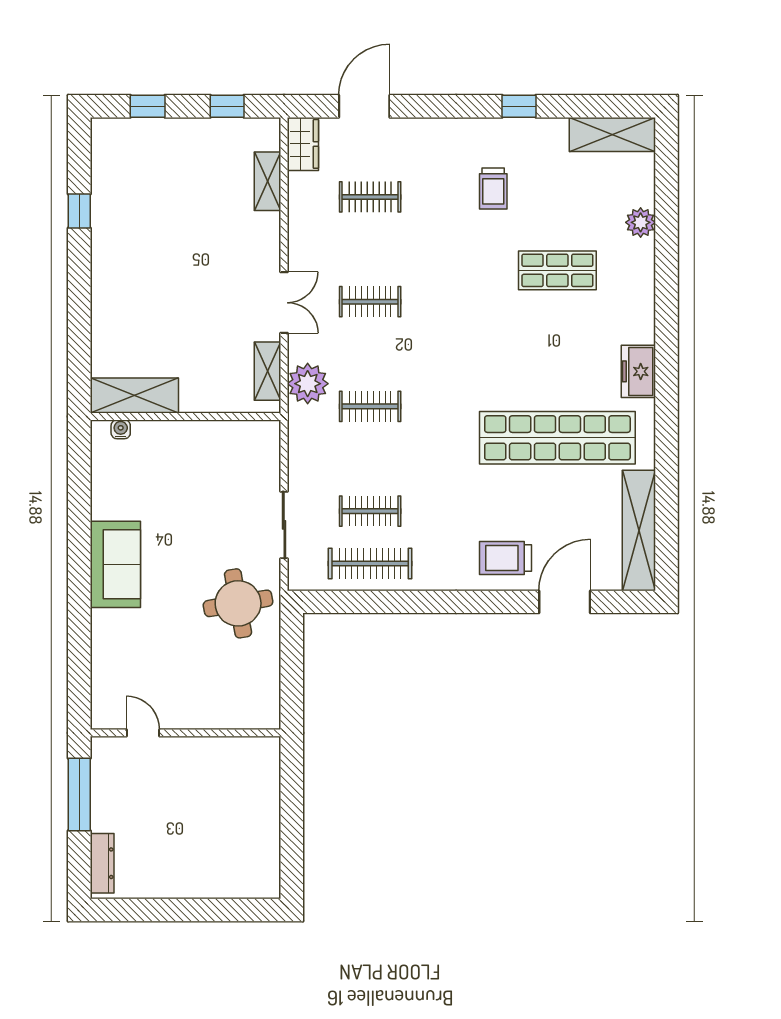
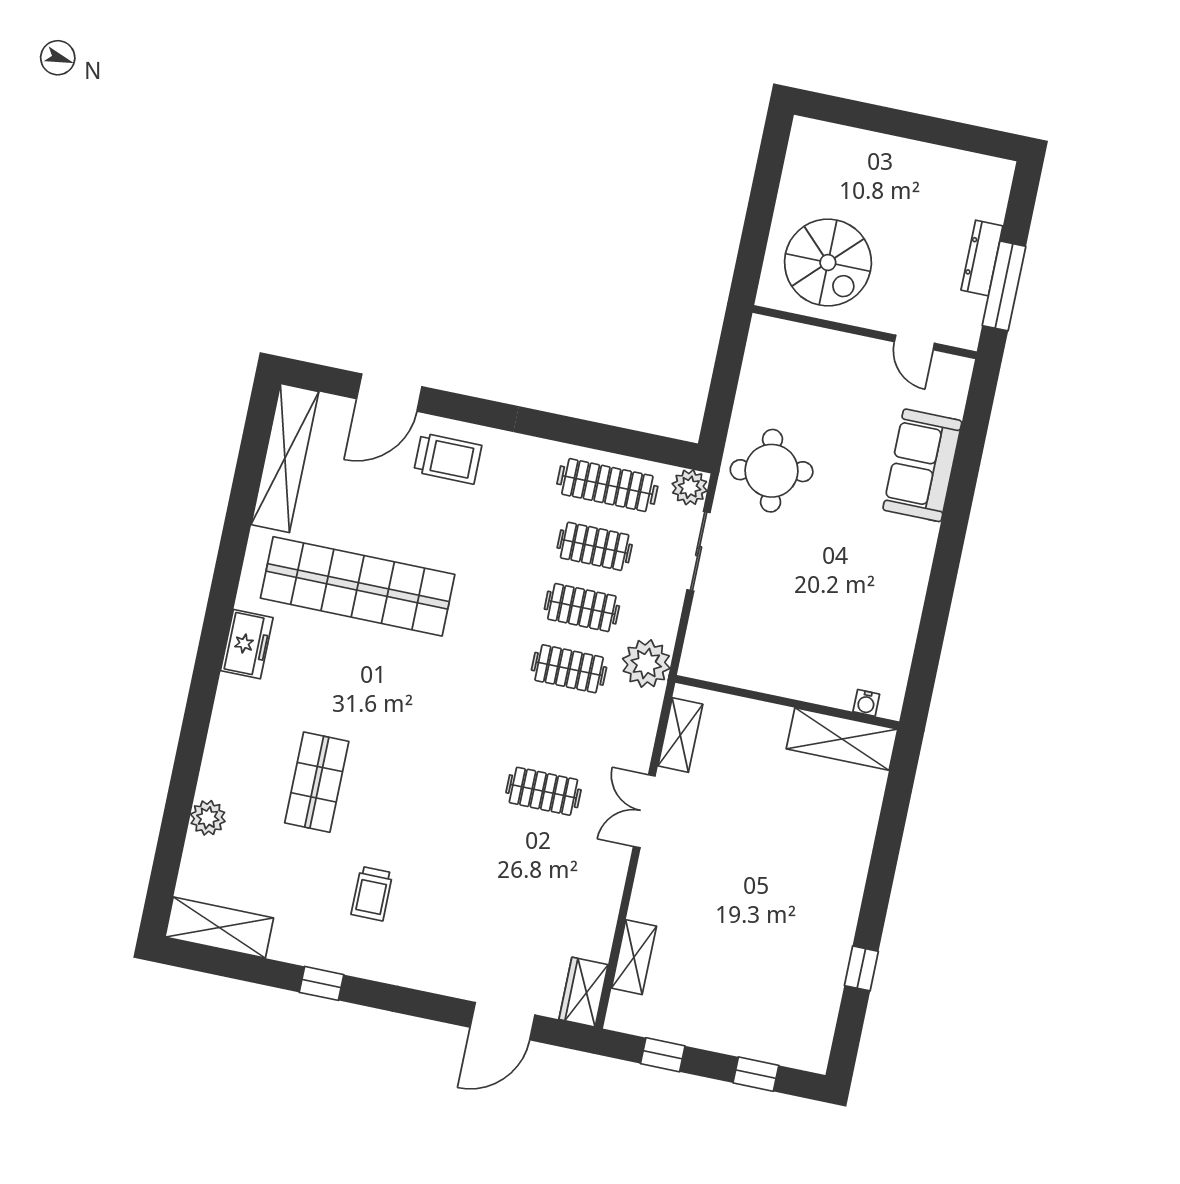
trolley: (493, 188) -> (372, 894), turned 180
clothes rail: (370, 197) -> (582, 608), moved
shop shelf: (557, 270) -> (317, 782), turned 90
plant: (308, 384) -> (646, 664), moved
sofa: (115, 564) -> (922, 465), moved
plant: (302, 576) -> (690, 487), added
spiral stairs: (228, 784) -> (828, 262), added
dresser: (102, 863) -> (982, 258), moved

